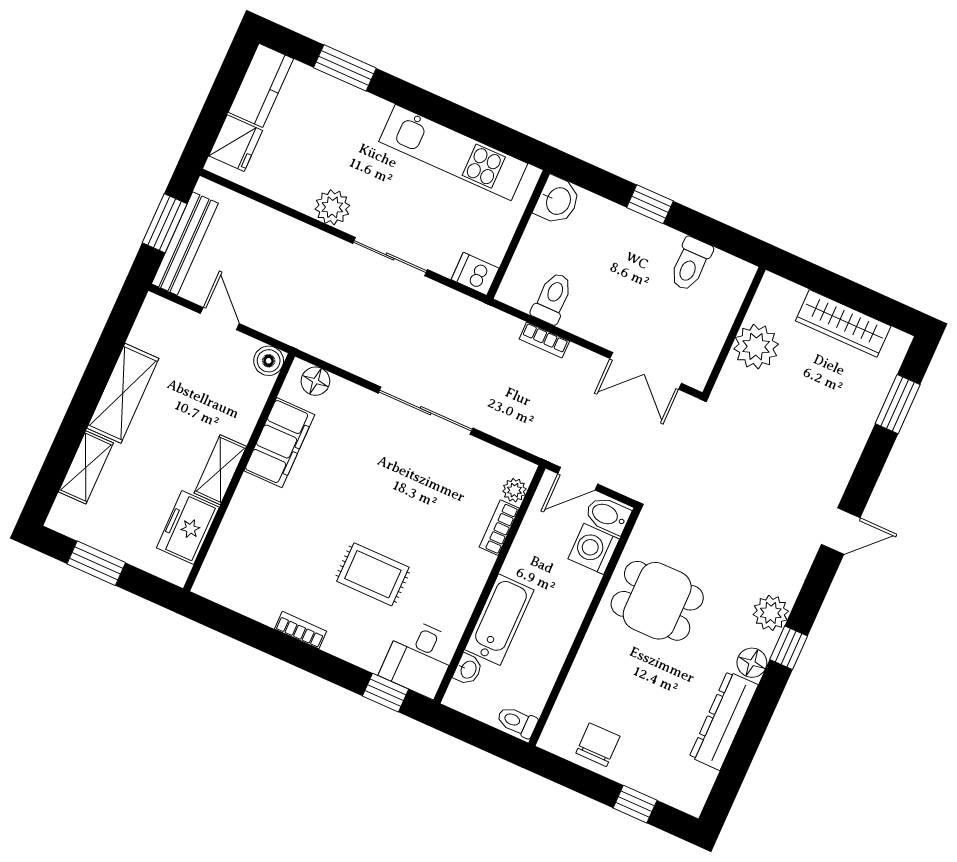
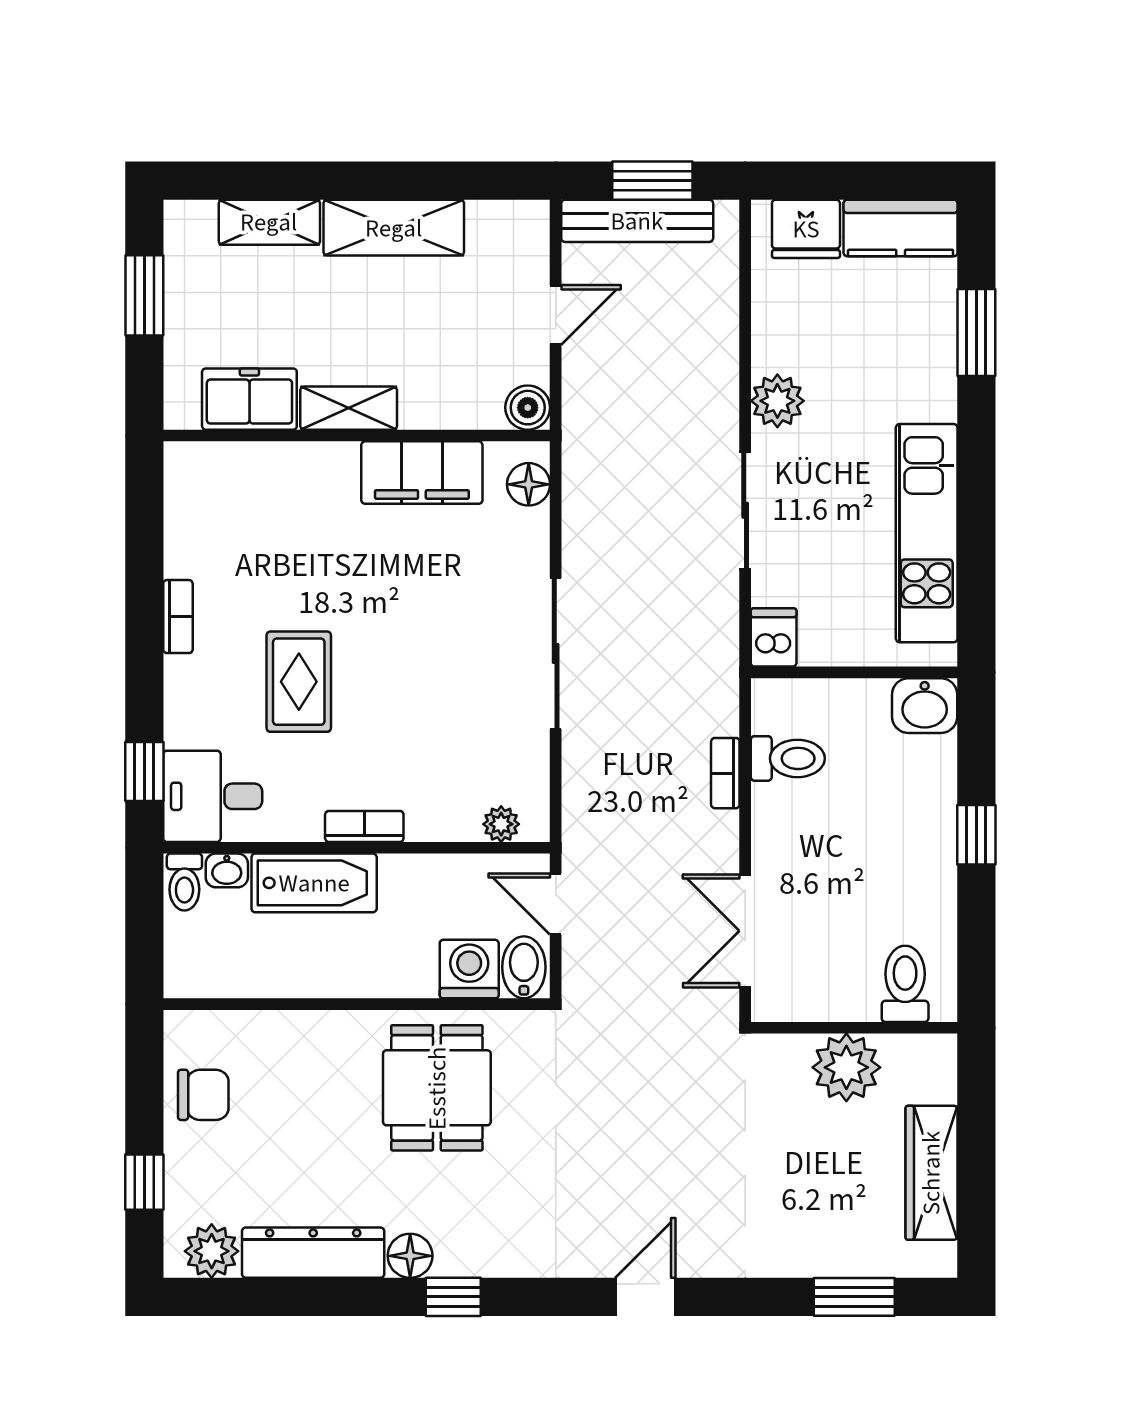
toilet: (690, 264) -> (905, 984), moved, turned 90
bookcase: (499, 528) -> (364, 826), moved
door: (841, 531) -> (645, 1297), swing flipped
plant: (771, 613) -> (212, 1251), moved
toilet: (517, 722) -> (184, 882), moved, turned 180

